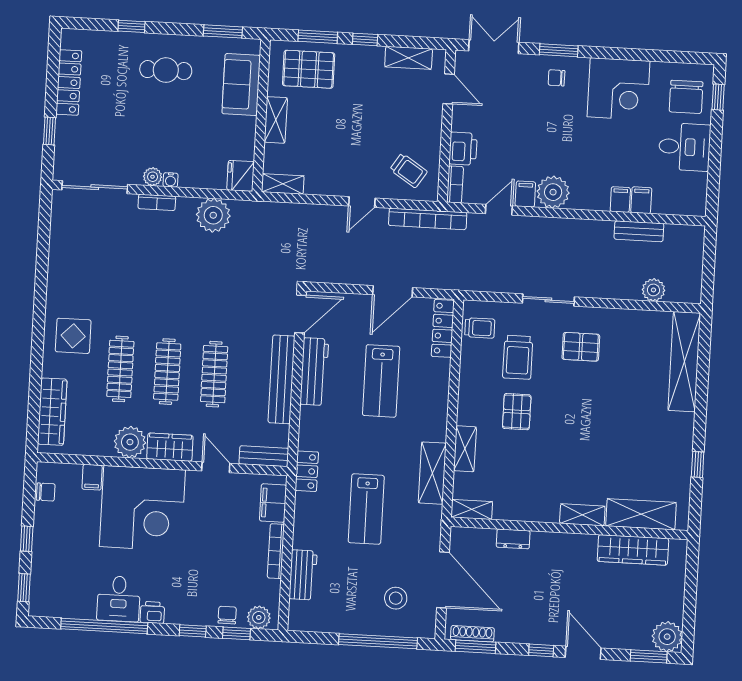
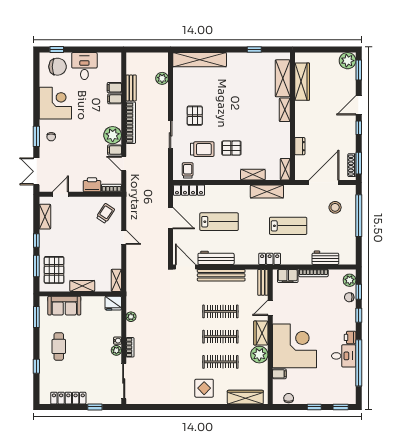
plant: (213, 215) -> (131, 317), width x0.53, depth x0.53
bookcase: (428, 219) -> (131, 123), moved

